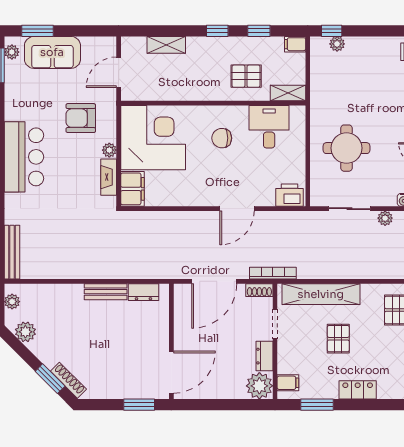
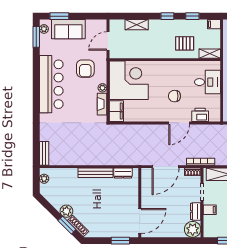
armchair: (81, 118) -> (85, 69), turned -90
desk: (269, 127) -> (207, 82), moved, turned 90
chair: (222, 138) -> (174, 96), moved
bar counter: (24, 157) -> (51, 84), width x1.36
printer: (289, 195) -> (200, 115), moved
bench: (12, 252) -> (44, 153), width x0.73
bench: (106, 292) -> (96, 173), width x1.36
plant: (25, 332) -> (66, 211), moved
filing cabinet: (288, 383) -> (210, 210), moved

